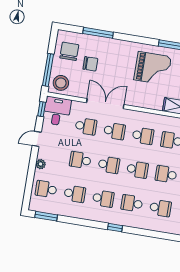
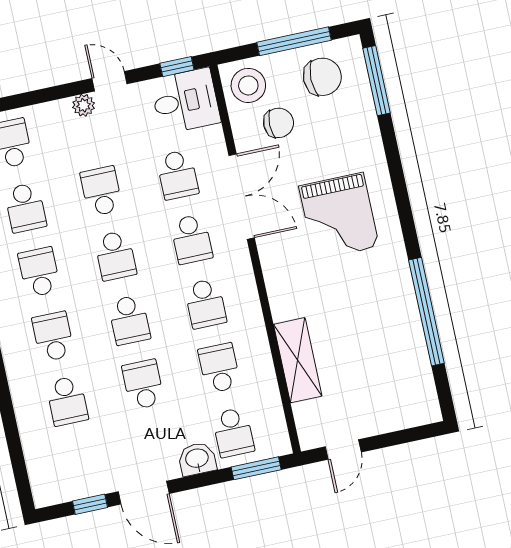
window: (98, 33) -> (376, 81), moved
chair: (90, 64) -> (279, 123), moved, turned -90
grand piano: (152, 68) -> (339, 216), moved
window: (48, 70) -> (294, 41), moved
plant: (41, 164) -> (84, 105), moved
school desk: (103, 199) -> (39, 272), turned 180

